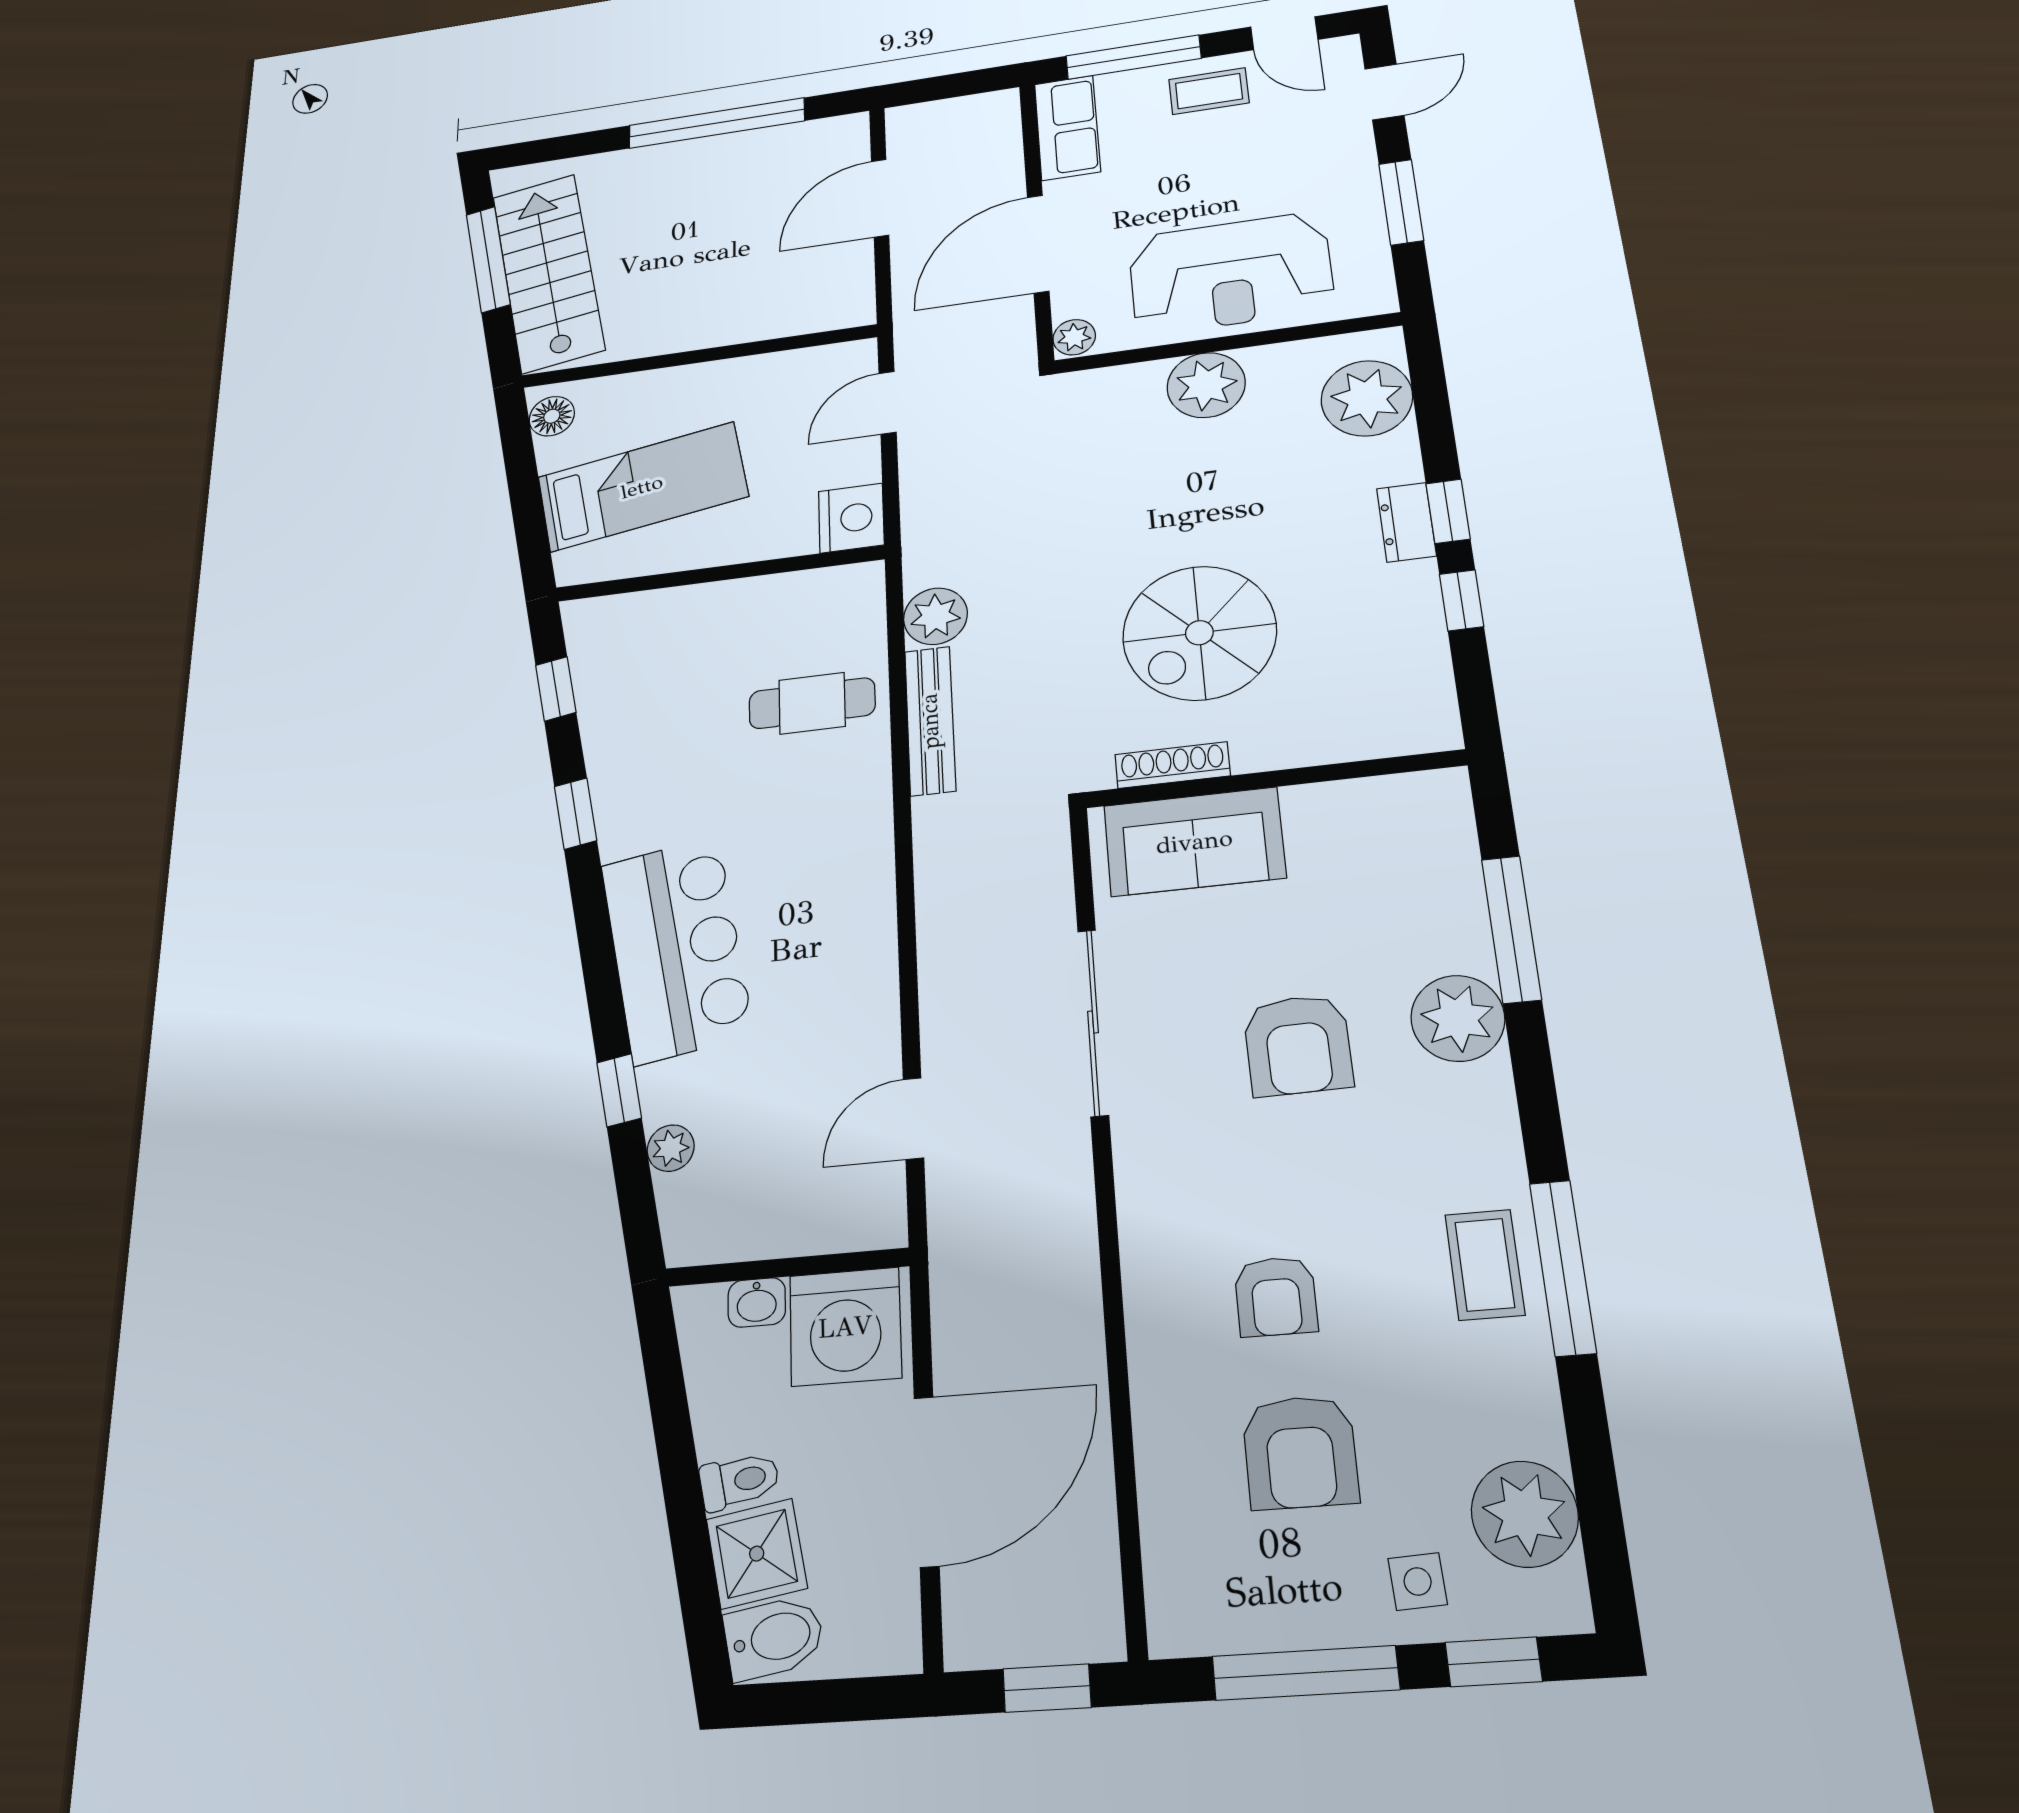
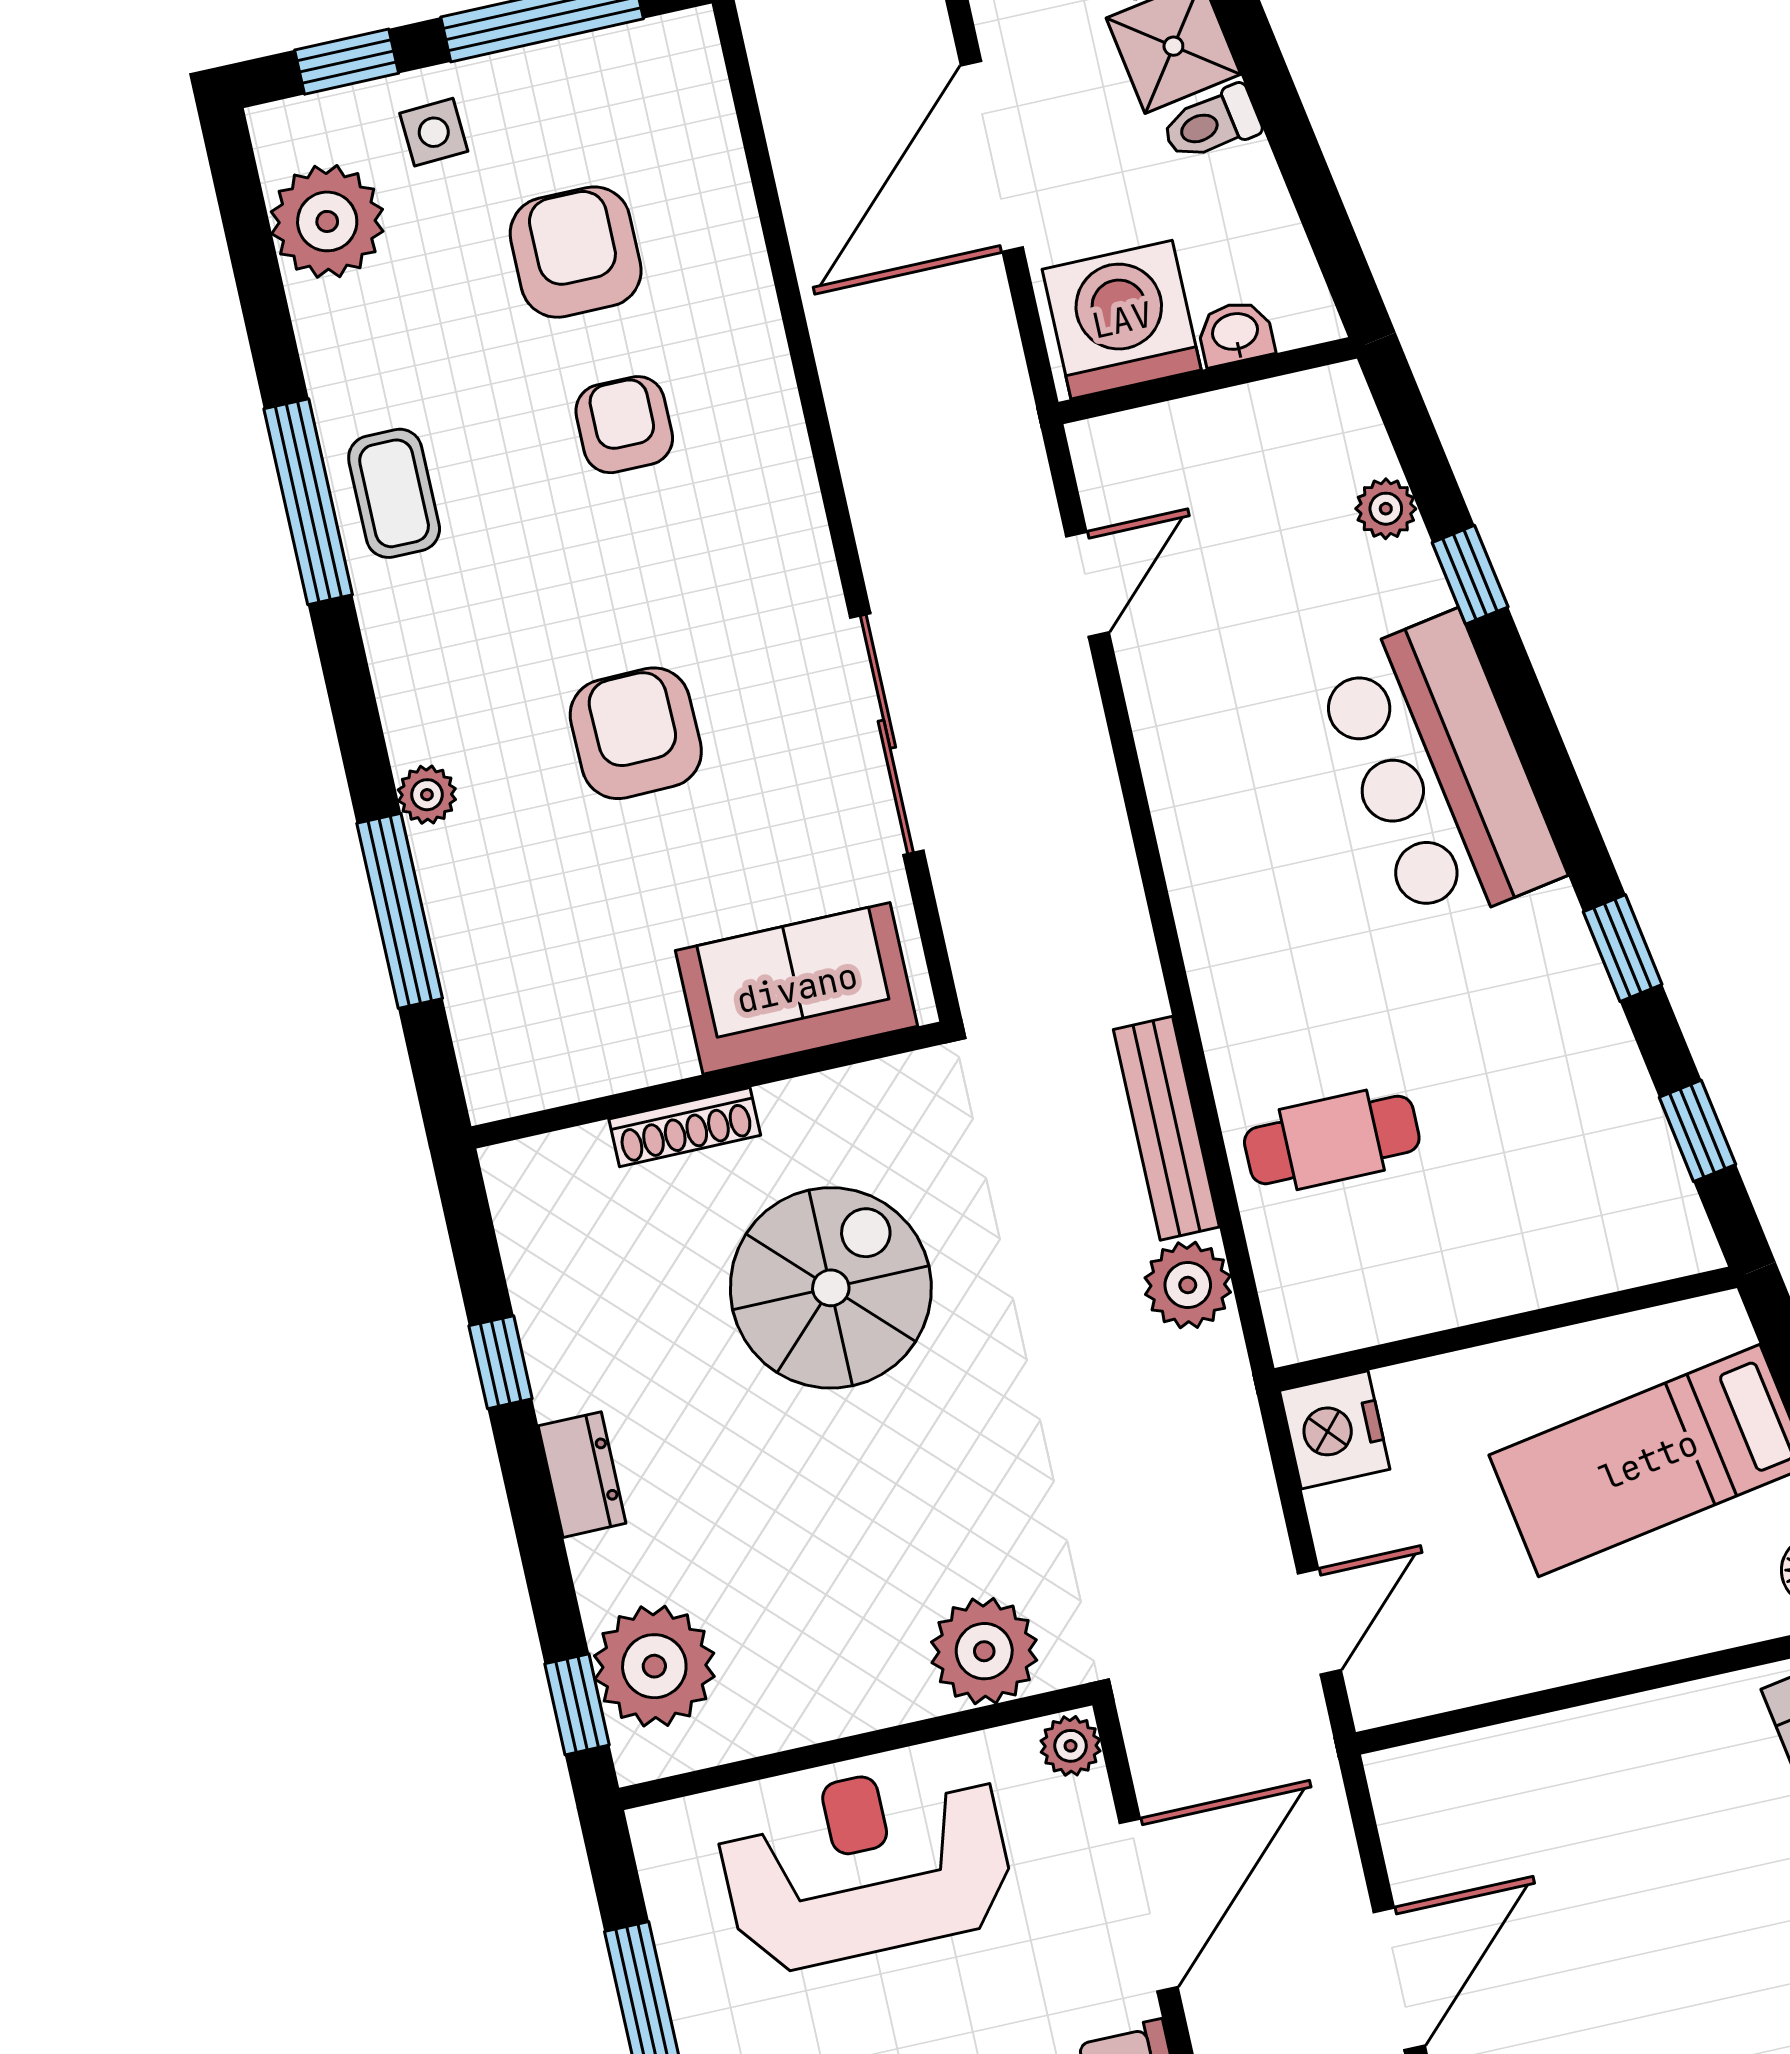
plant: (1206, 385) -> (984, 1651), moved
window: (1448, 511) -> (577, 1704), moved
shoe rack: (1172, 765) -> (685, 1127), moved
plant: (1458, 1018) -> (427, 795), width x0.53, depth x0.53

